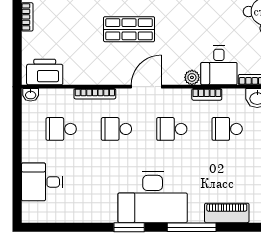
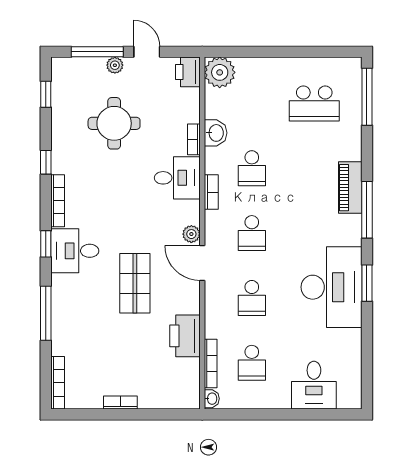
printer: (45, 72) -> (185, 336), moved
plant: (192, 77) -> (191, 234), moved
bookcase: (95, 94) -> (211, 364), moved
desk: (153, 197) -> (331, 287), moved
piano: (227, 213) -> (350, 188), moved

